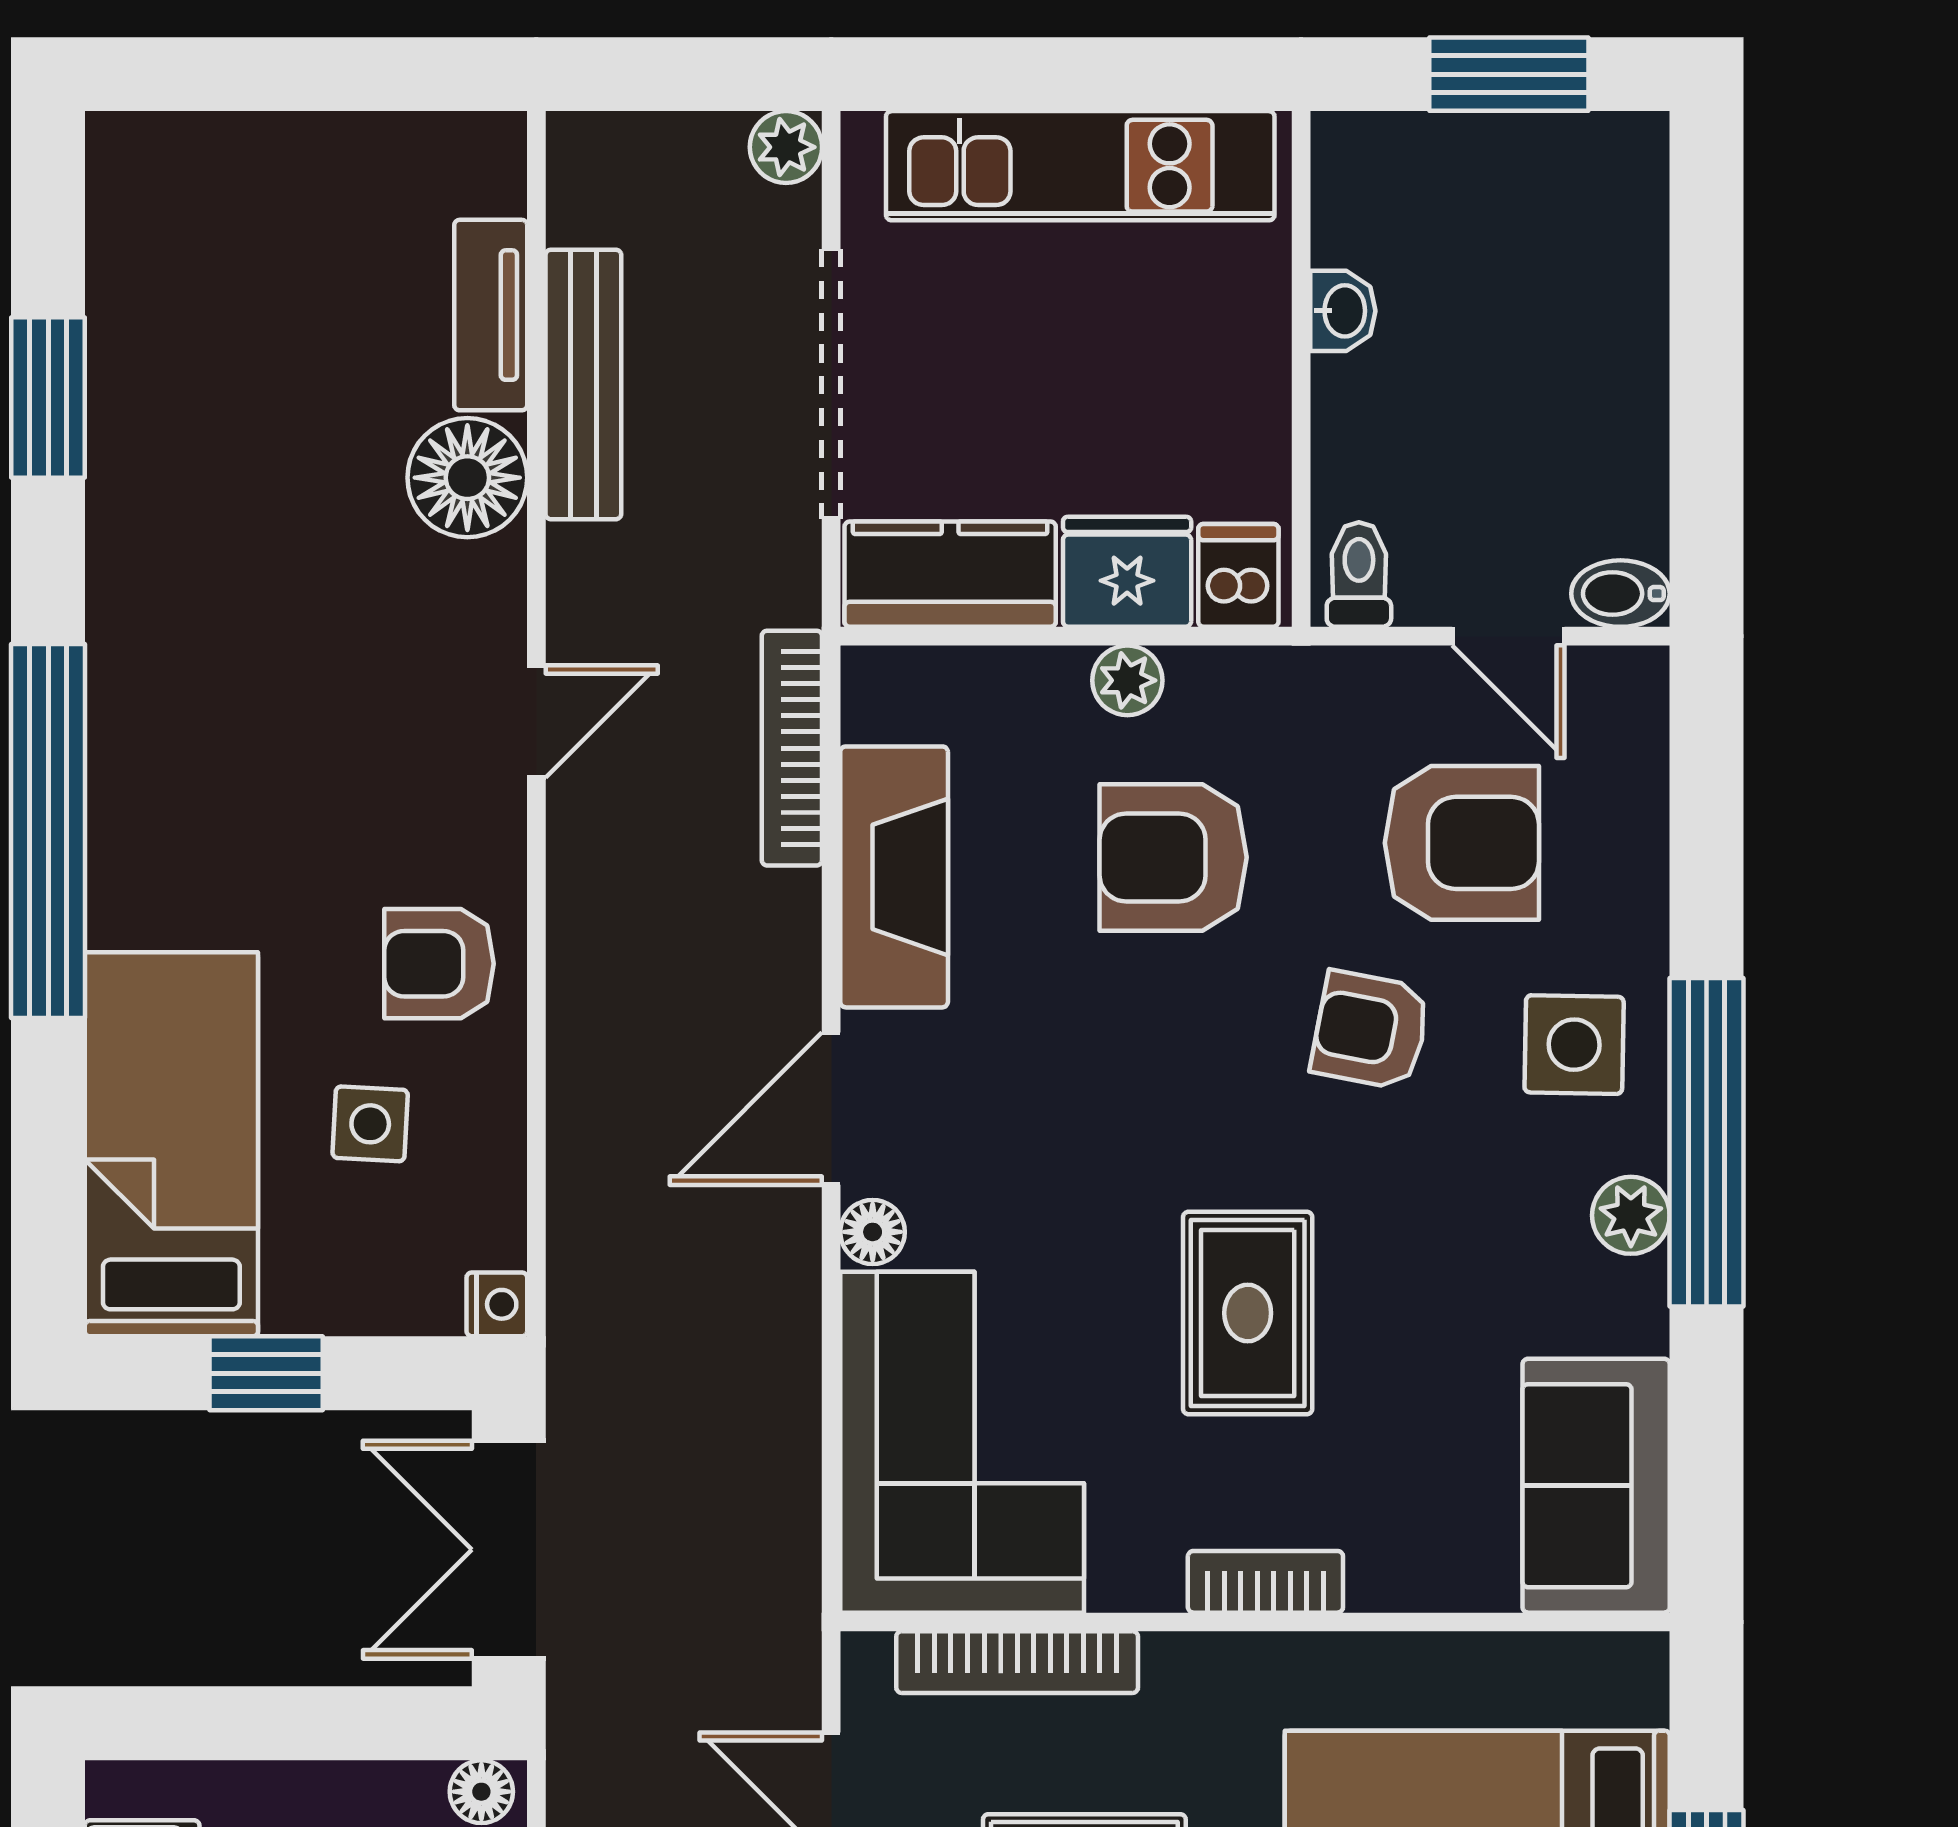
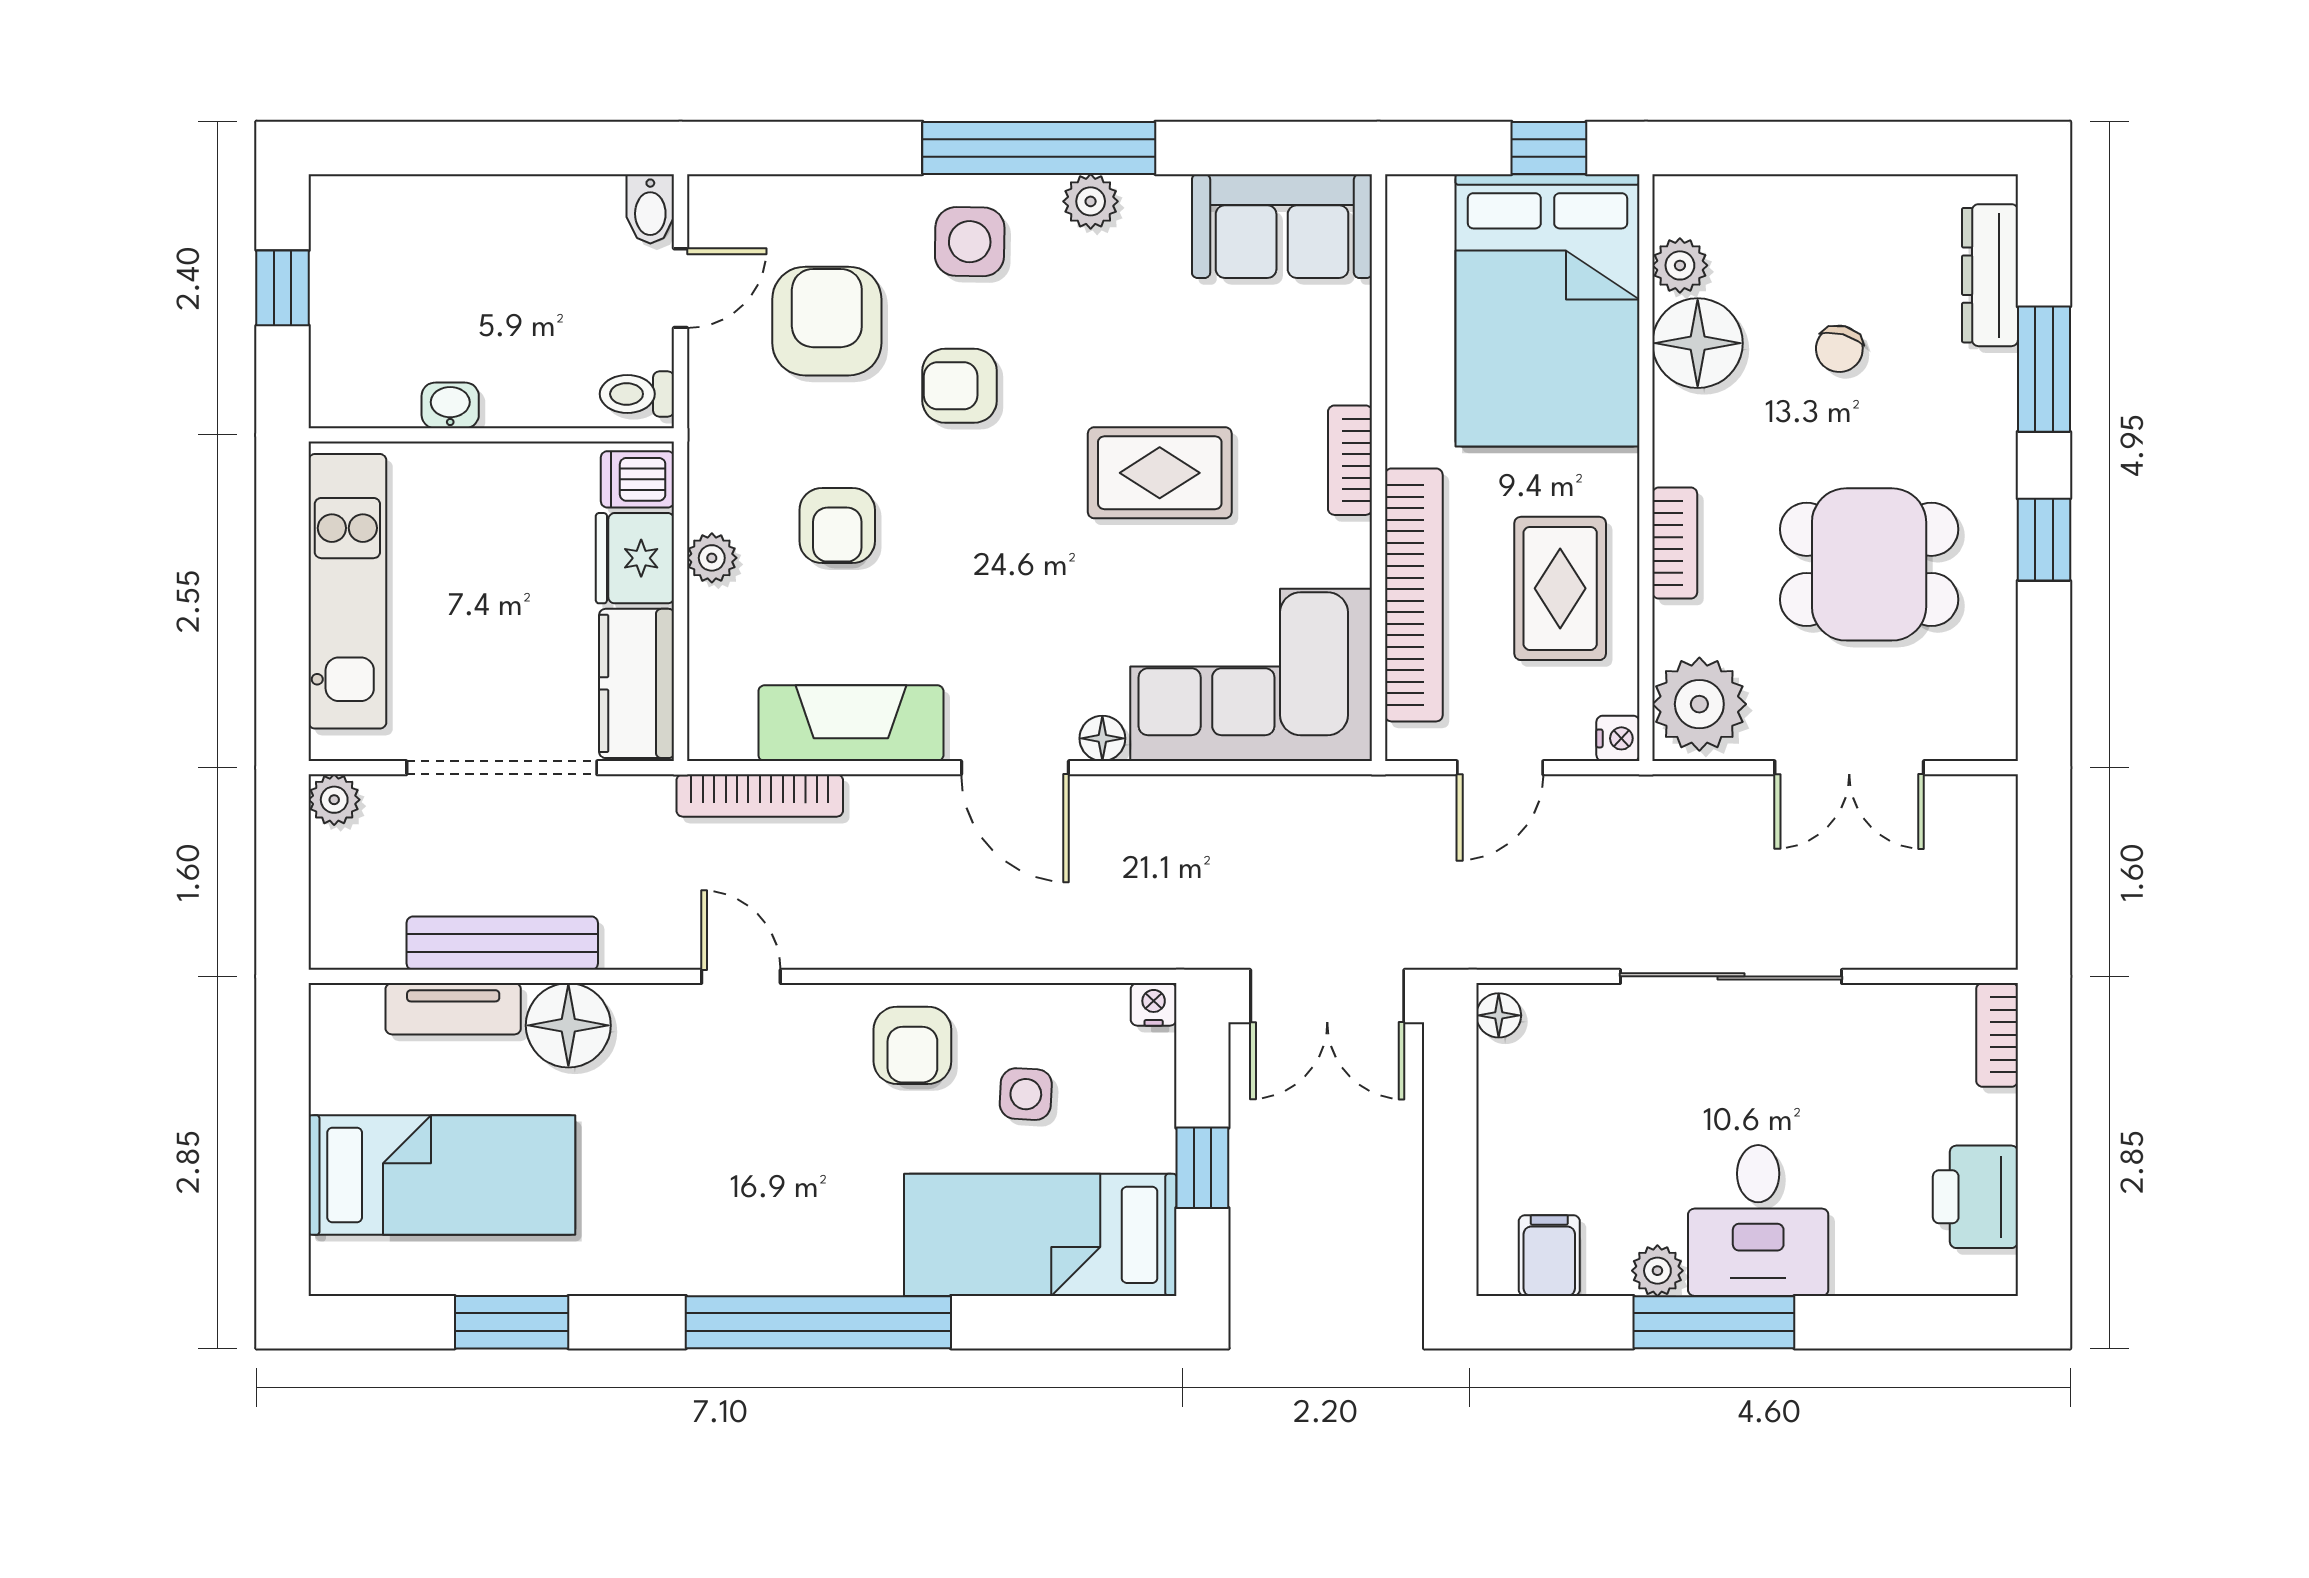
window: (1509, 74) -> (283, 288), width x0.67
bed: (256, 299) -> (442, 1175), added
armchair: (1173, 857) -> (837, 526), width x0.72, depth x0.72
armchair: (1371, 1030) -> (960, 386), turned 79
bookcase: (1017, 1662) -> (1414, 595), width x1.48, depth x1.31

